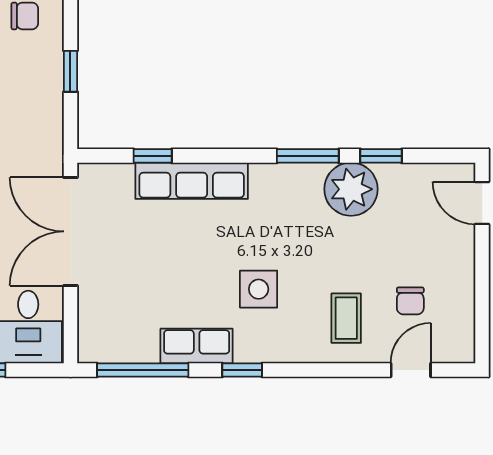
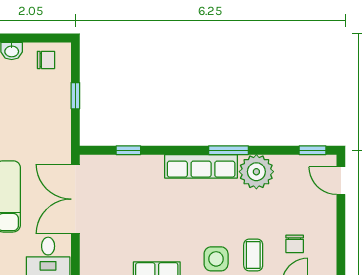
window: (381, 156) -> (313, 150), moved
row of seats: (192, 181) -> (201, 166), moved
side table: (259, 289) -> (216, 259), moved

